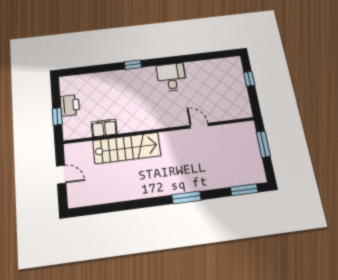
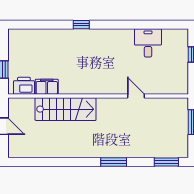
desk: (171, 77) -> (148, 43), moved
printer: (70, 105) -> (24, 86), moved, turned -90

